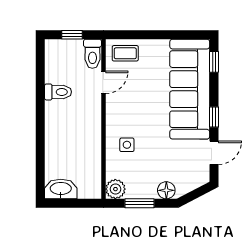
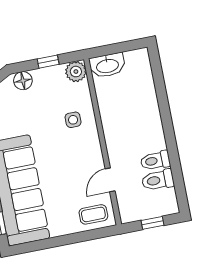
toilet: (92, 54) -> (158, 180), moved, turned -90
washbasin: (61, 189) -> (107, 65), moved
window: (139, 203) -> (48, 62), width x0.67

